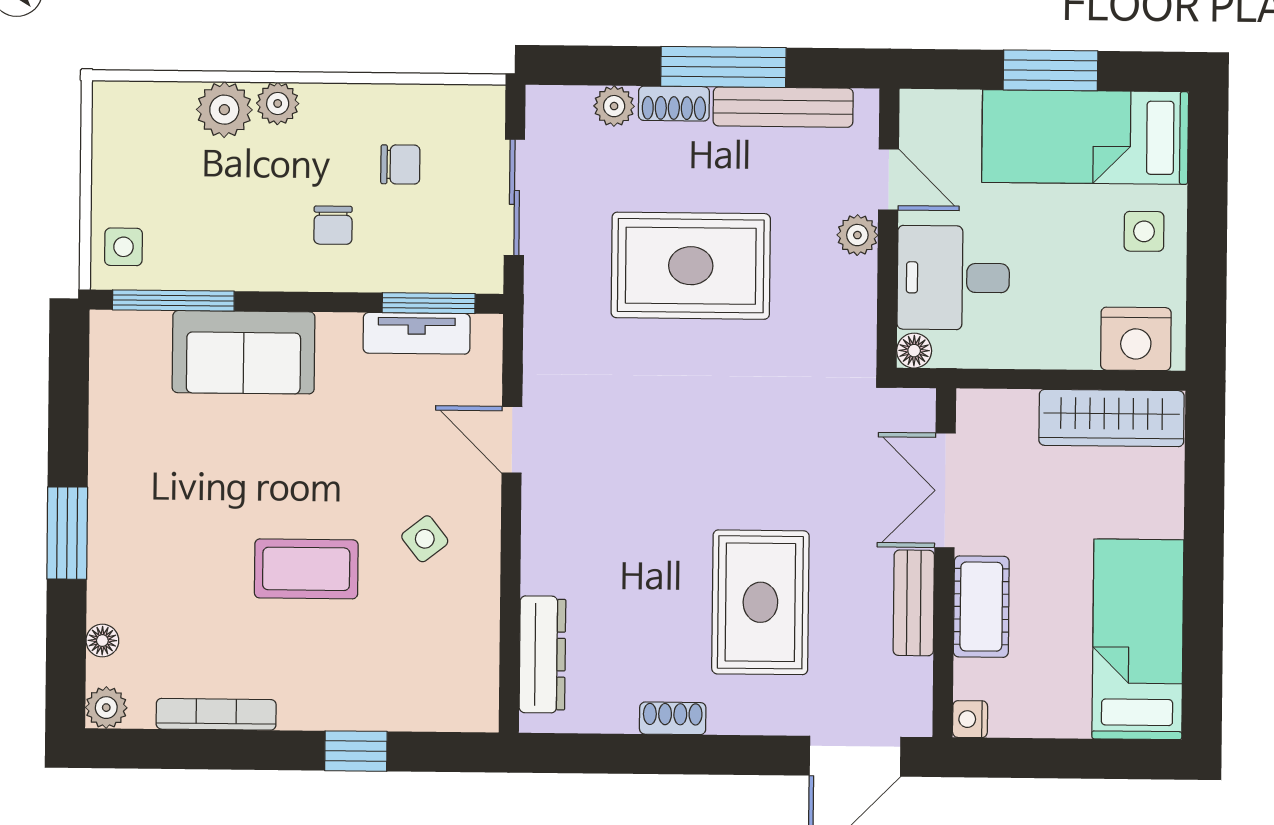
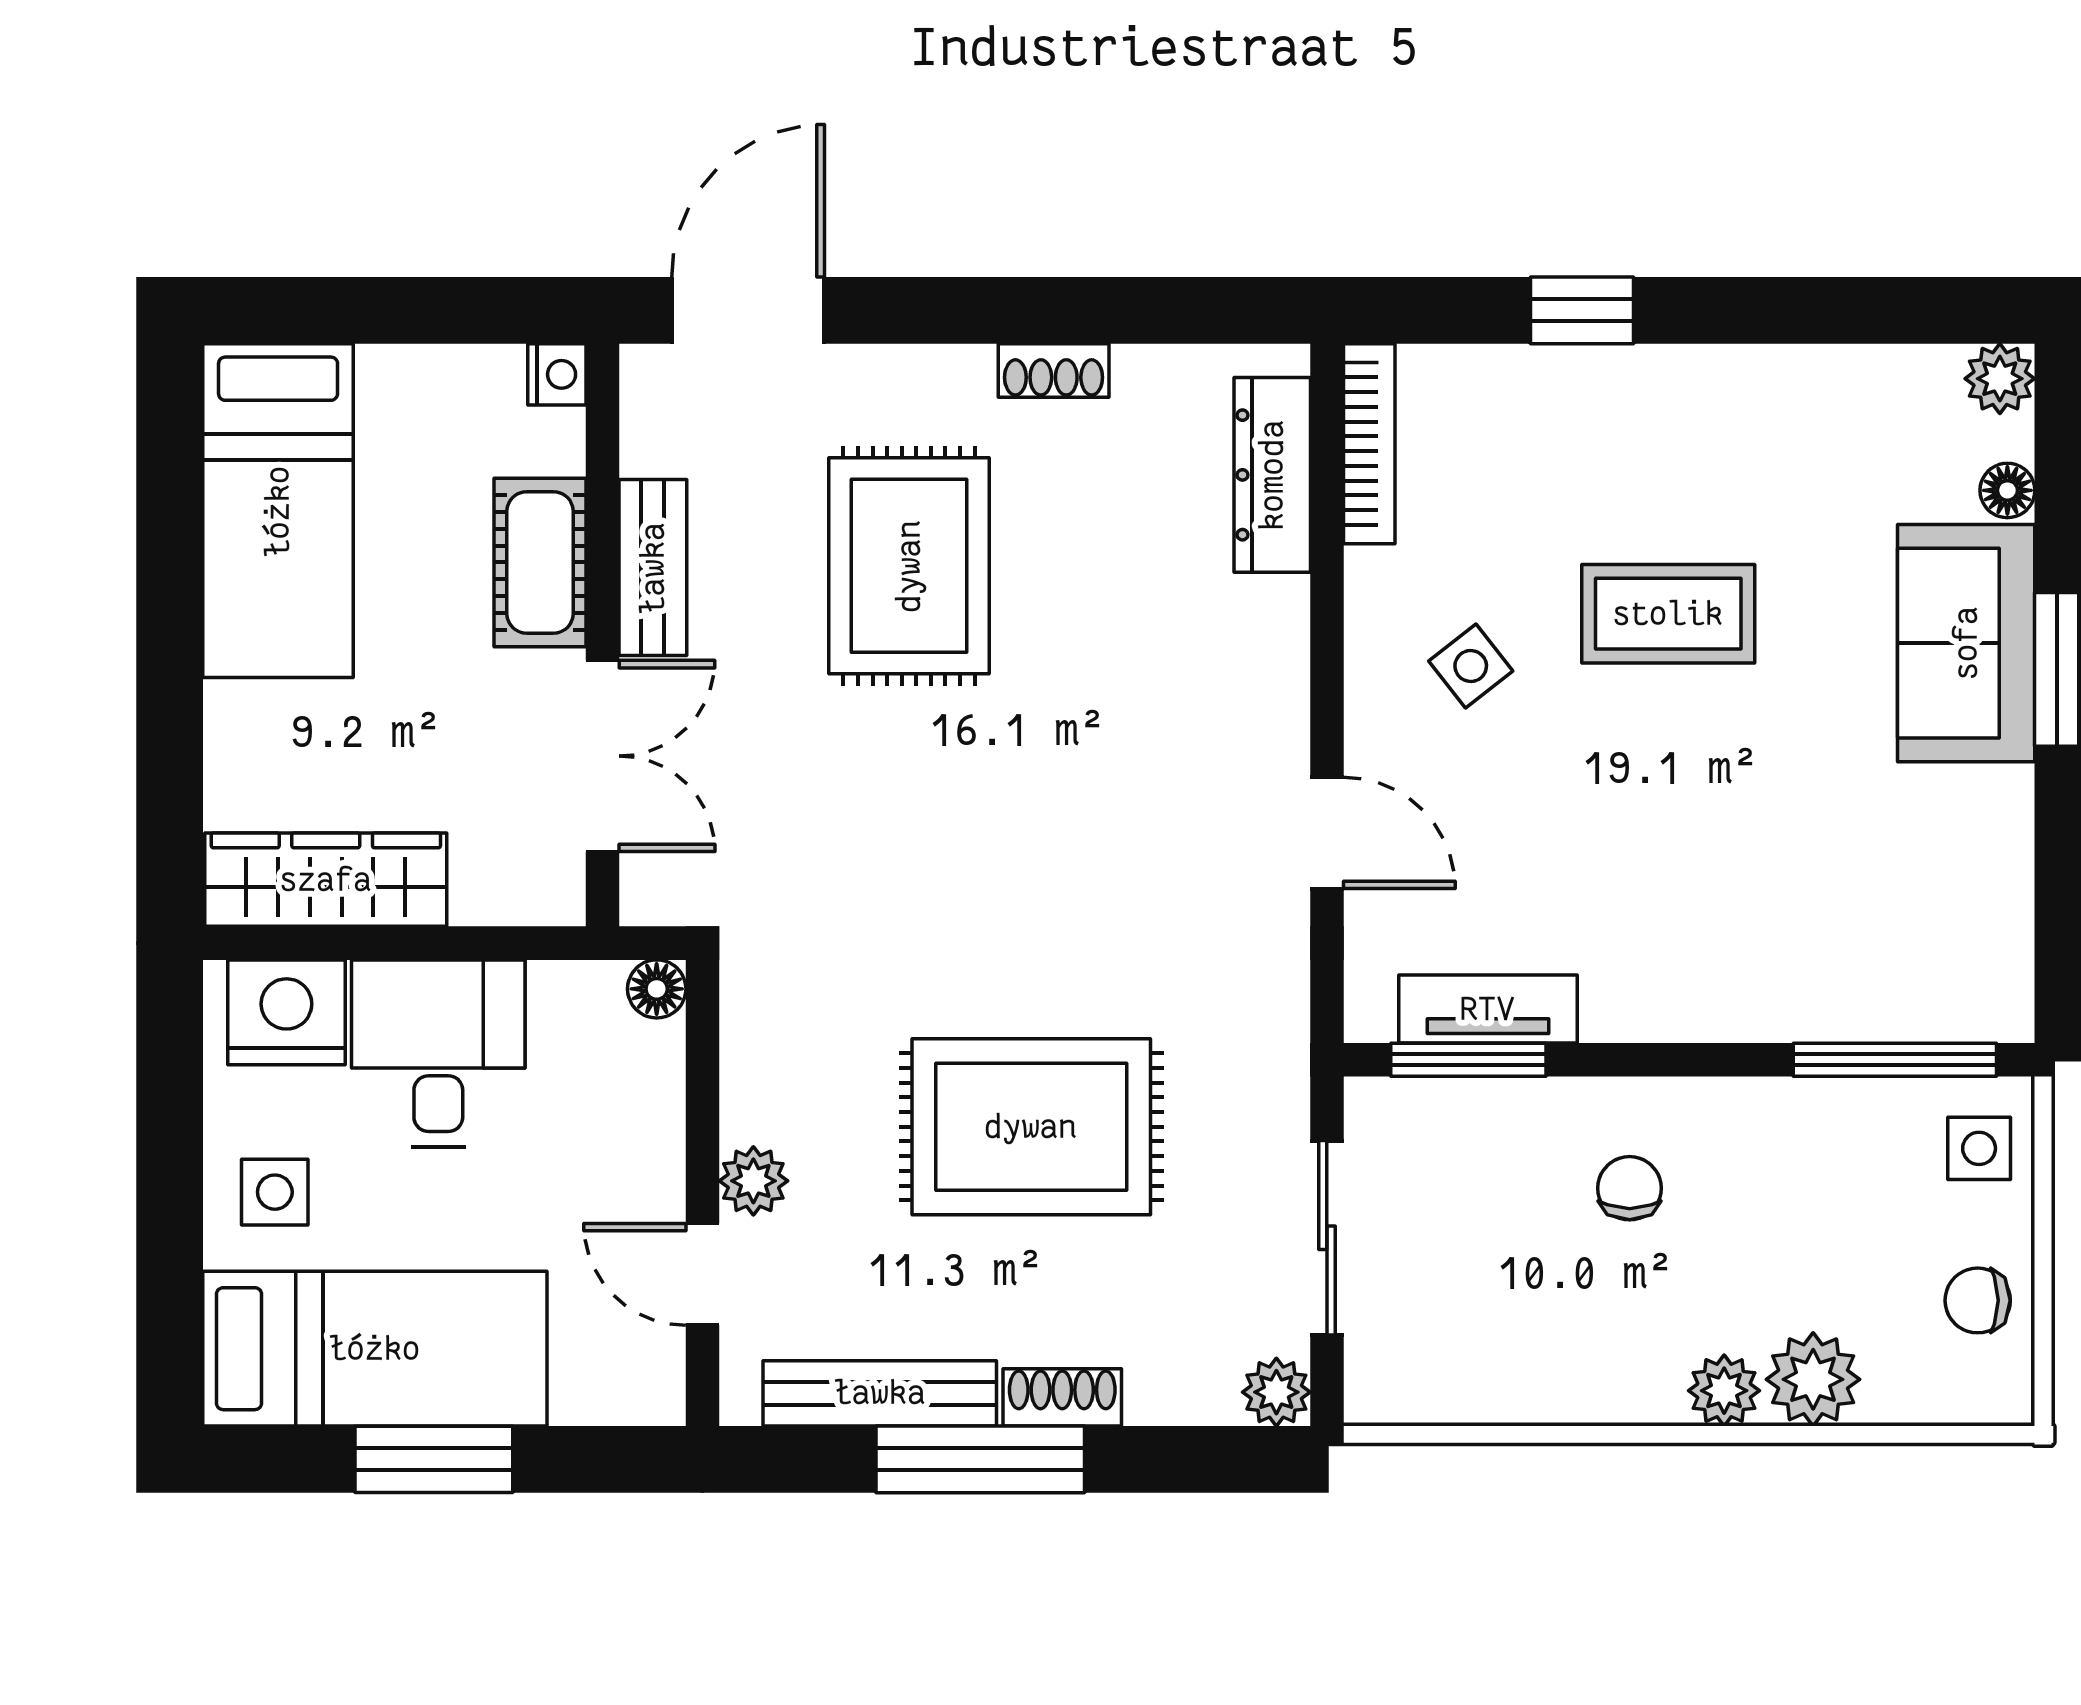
plant: (614, 106) -> (1276, 1392), moved
chair: (400, 164) -> (1978, 1300), moved
desk: (953, 278) -> (438, 1053), moved, turned -90
sofa: (244, 352) -> (1966, 643), moved, turned -90
bookcase: (216, 714) -> (1369, 444), moved, turned -90

